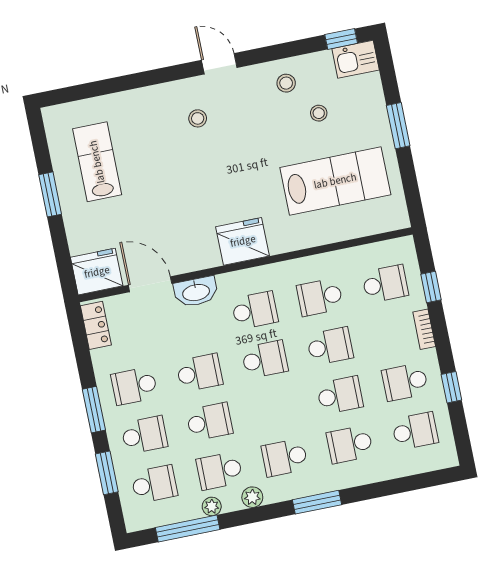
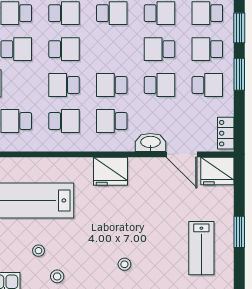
school desk: (200, 373) -> (160, 85), turned 180
school desk: (340, 395) -> (64, 49), turned 180

